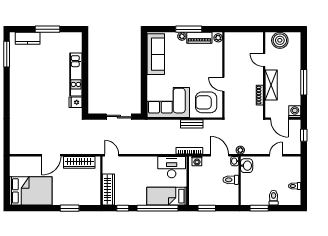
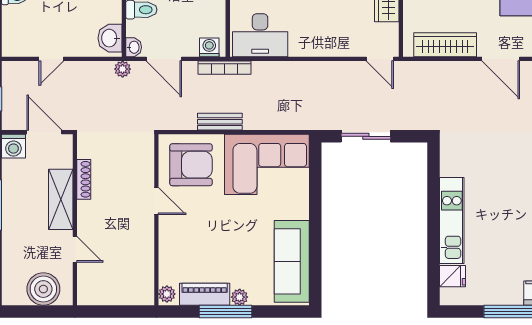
fridge: (76, 102) -> (452, 276), moved
door: (51, 155) -> (501, 59), swing flipped

